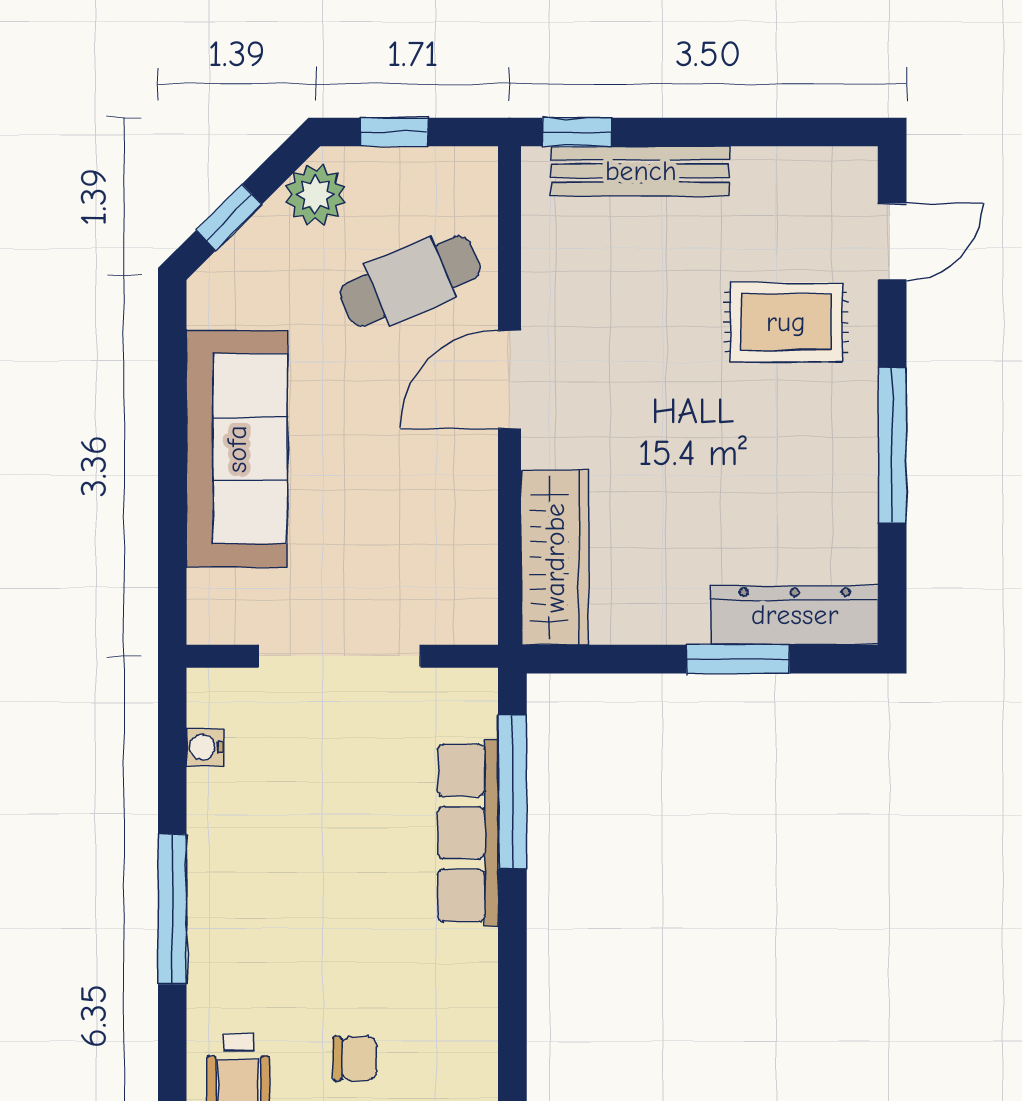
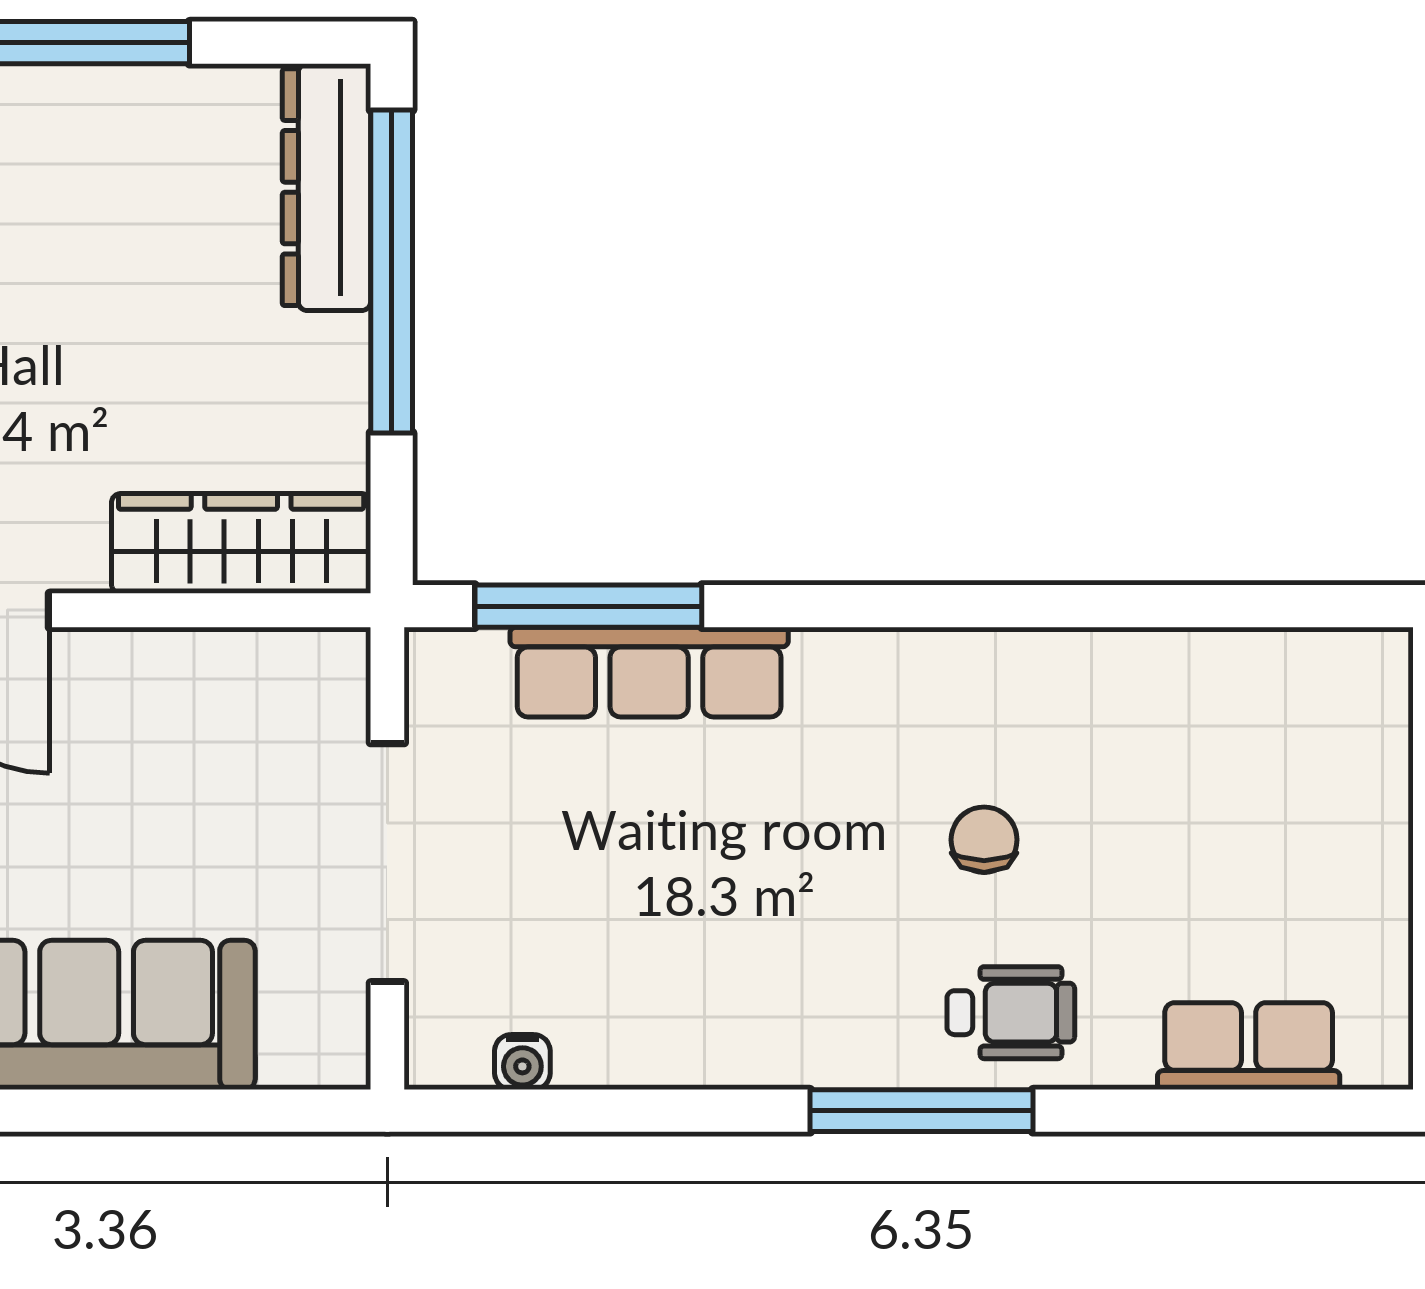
window: (738, 659) -> (392, 271), width x2.11
window: (172, 909) -> (922, 1111), moved

